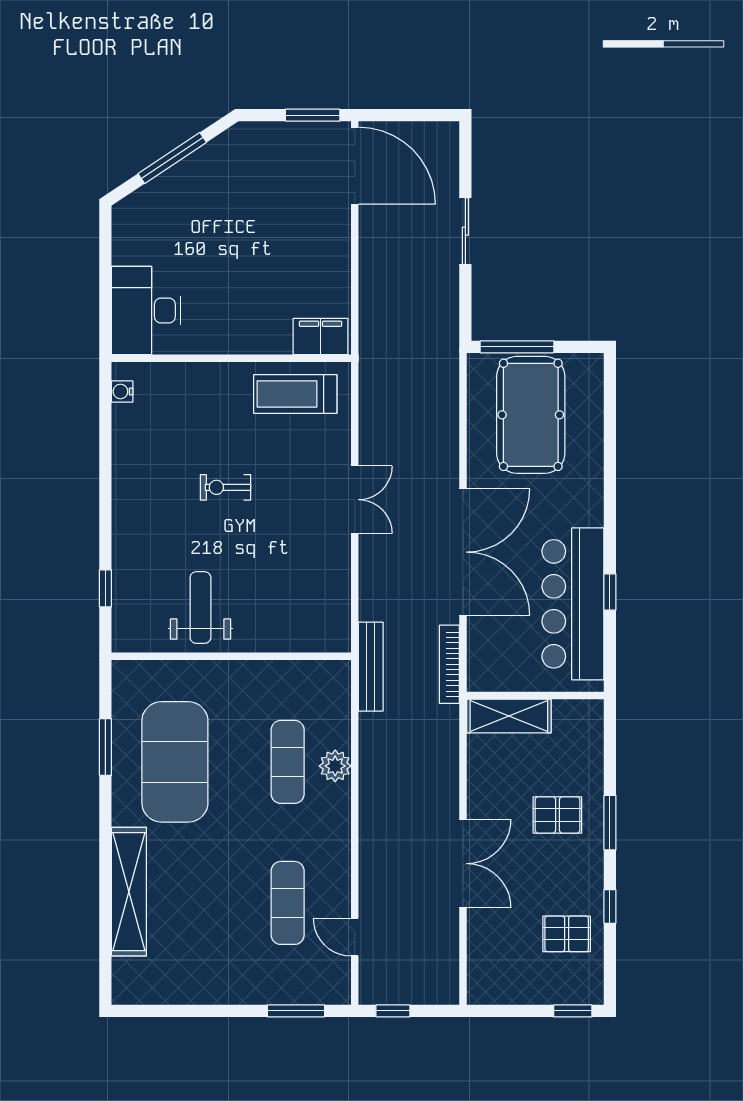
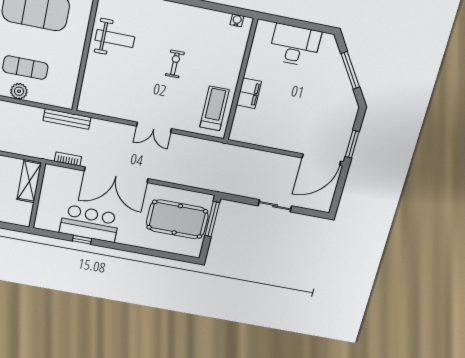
desk: (146, 311) -> (295, 45), moved
filing cabinet: (321, 336) -> (249, 93), moved
bar counter: (573, 604) -> (90, 223), width x0.73
bookcase: (449, 664) -> (68, 159), width x0.64

